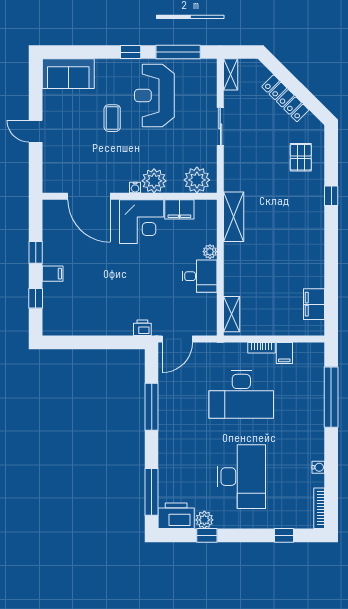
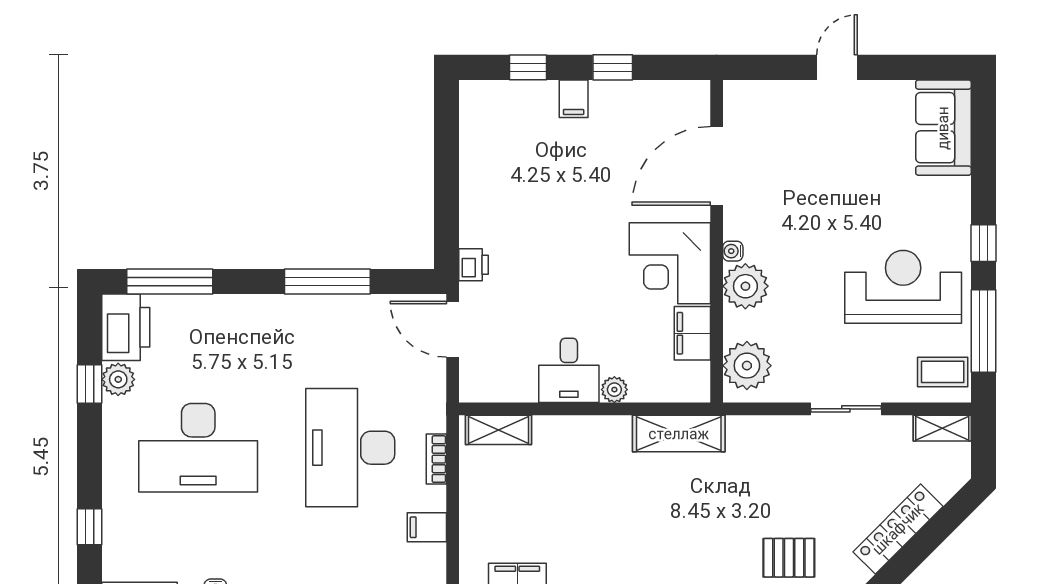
coffee table: (112, 118) -> (943, 372), moved
bookcase: (261, 348) -> (436, 459), moved

